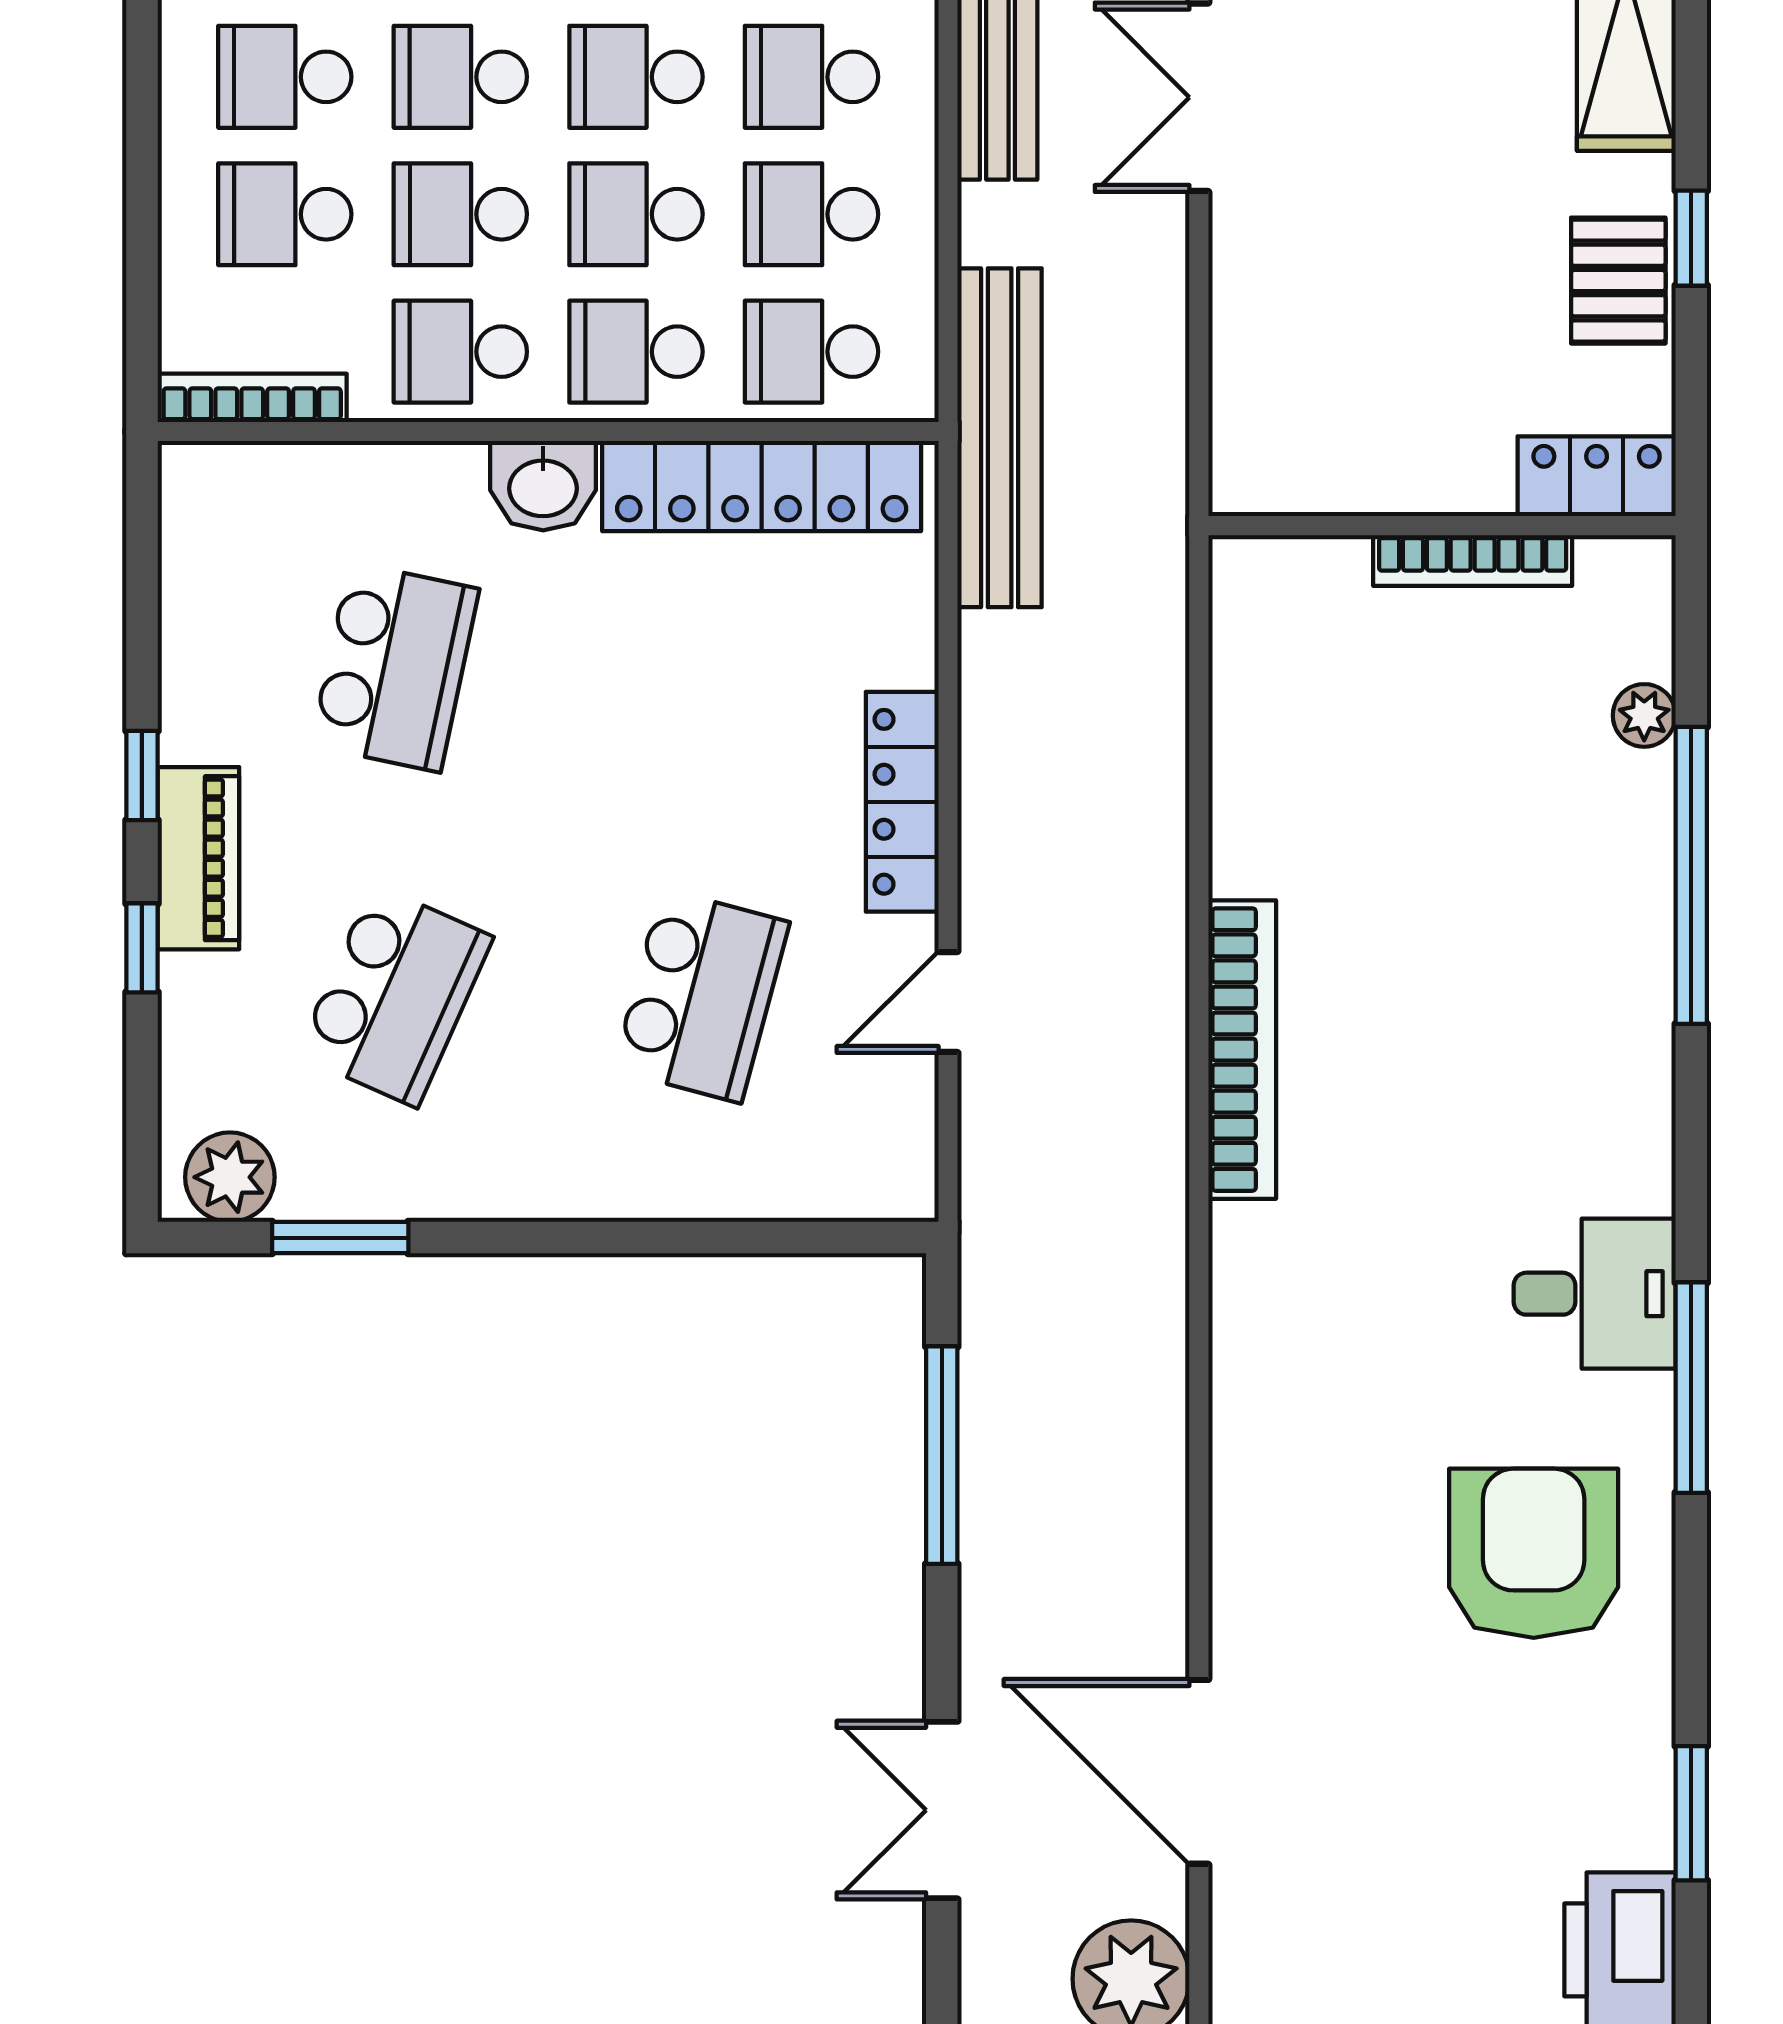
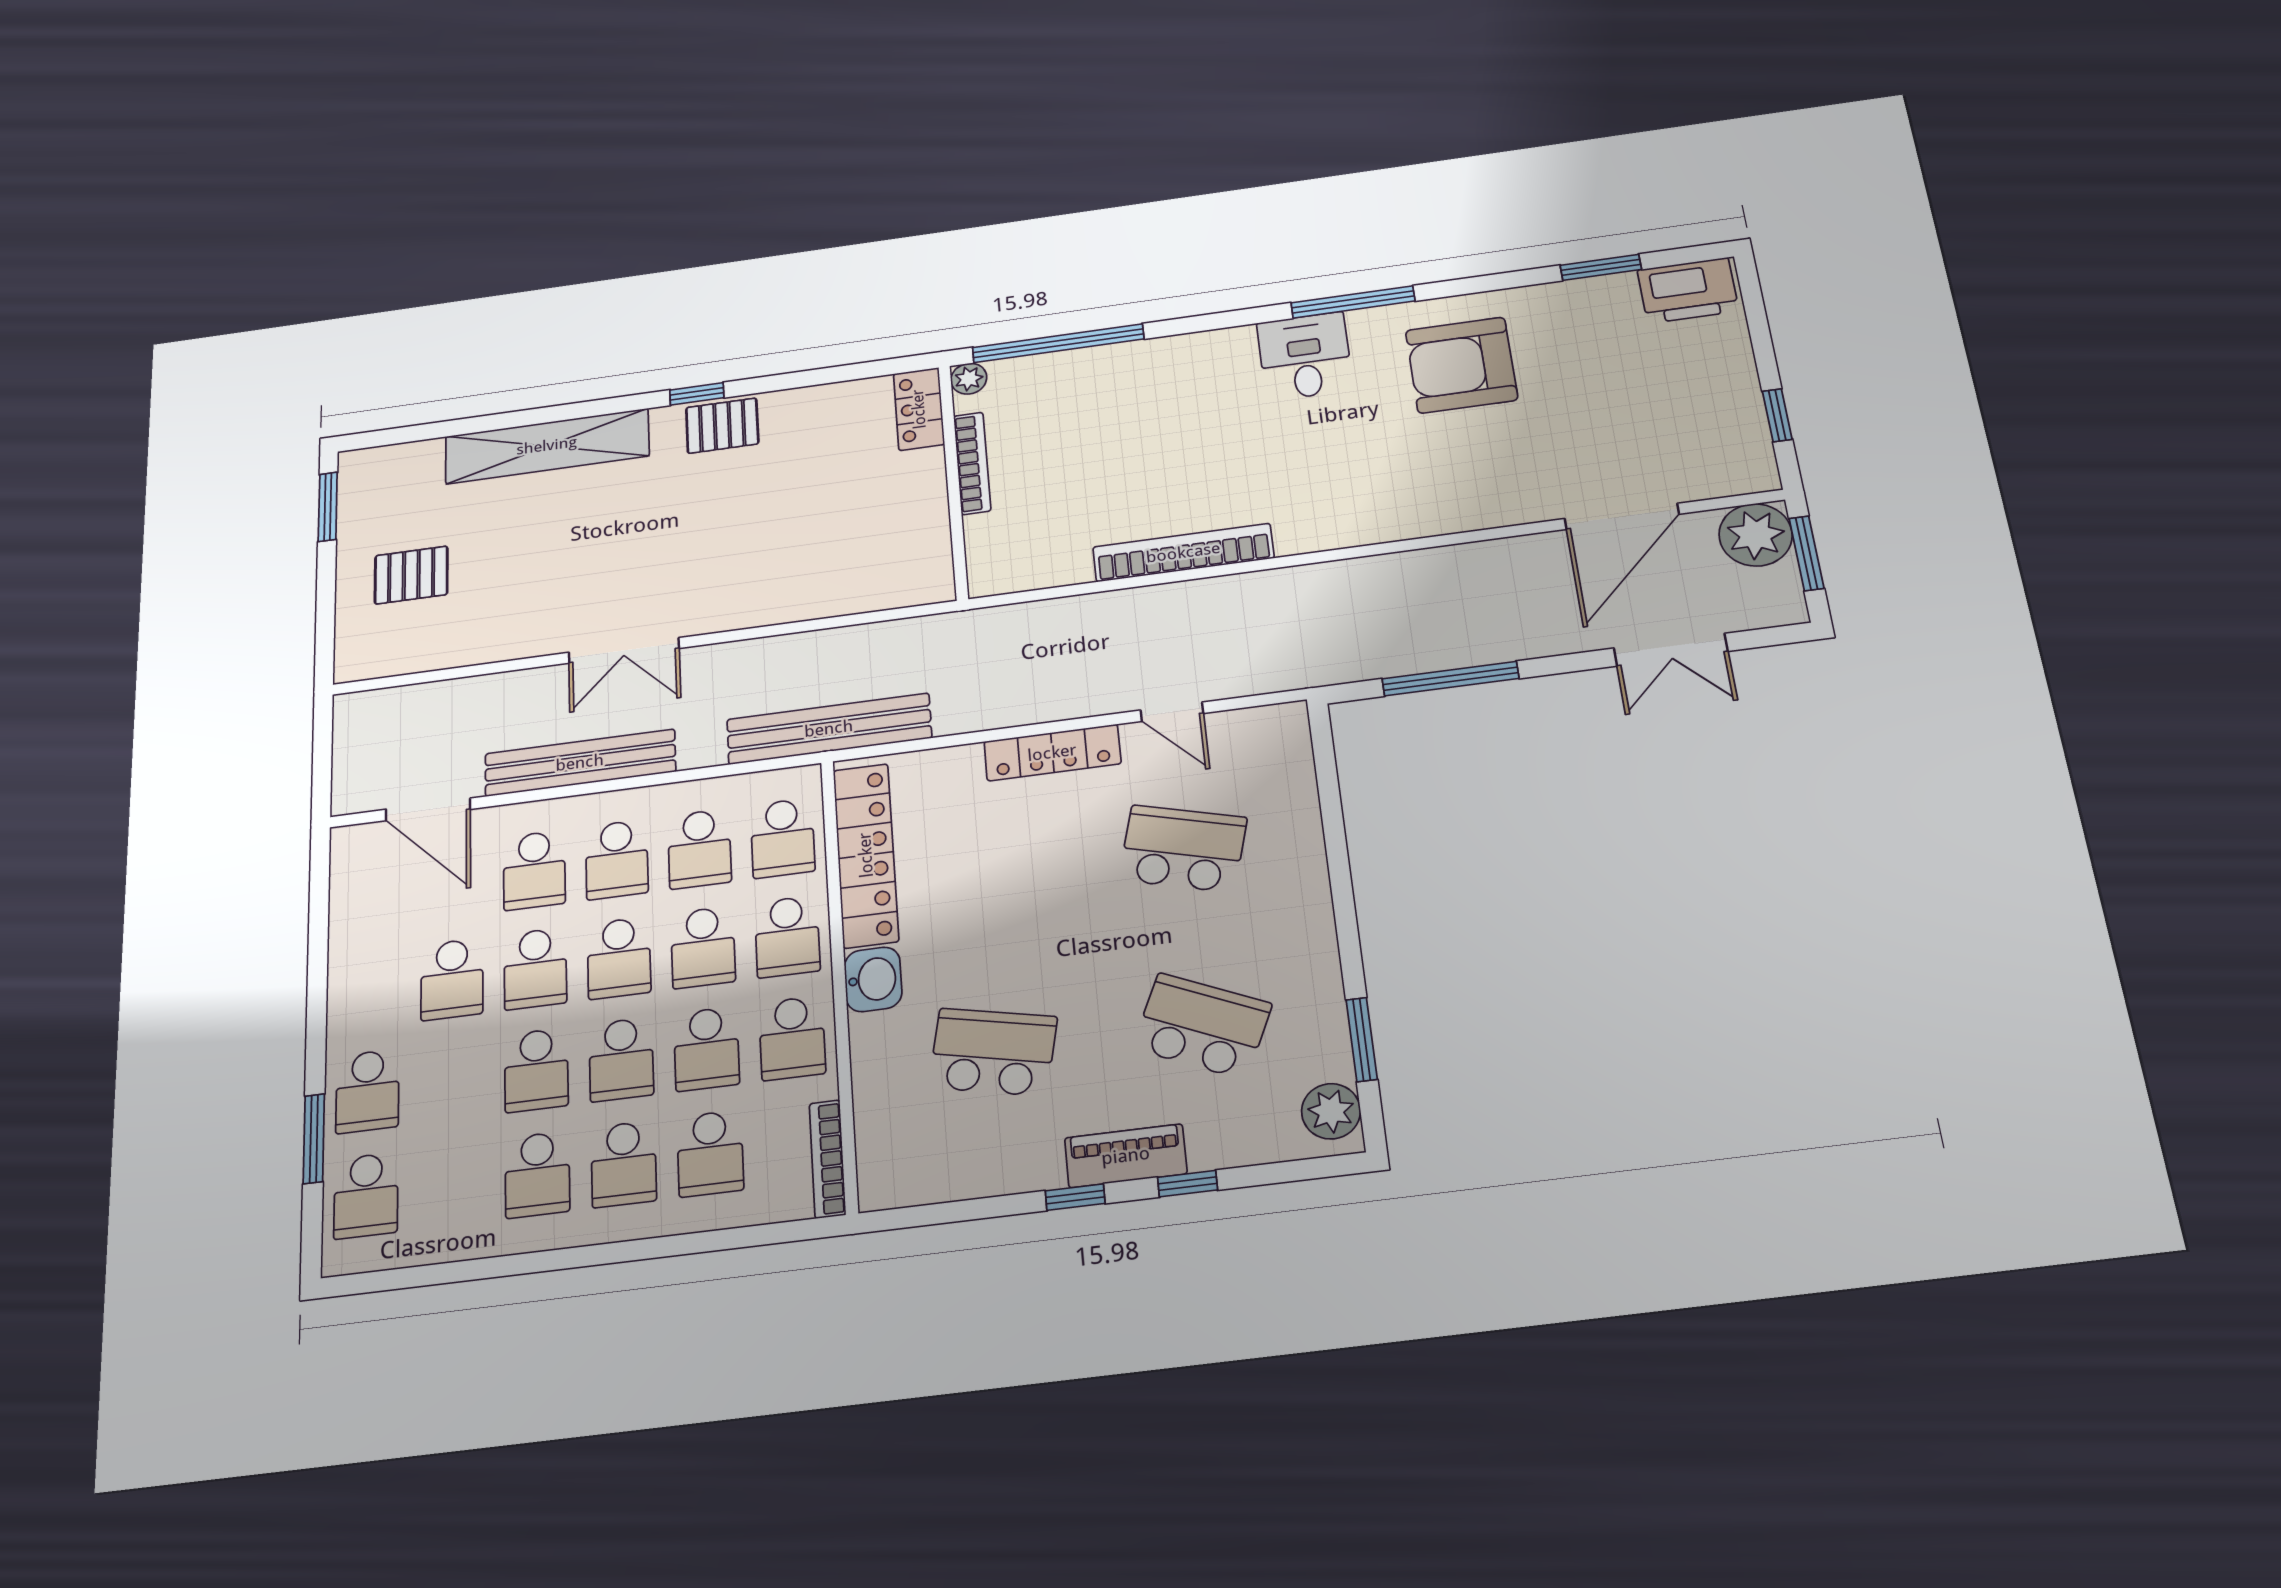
locker: (1597, 476) -> (919, 409), moved
wall: (1442, 526) -> (953, 481), moved
bookcase: (1473, 560) -> (972, 463), moved

